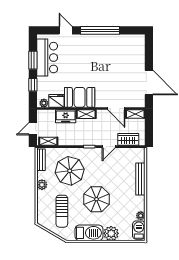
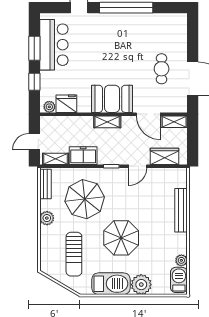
cafe table: (126, 75) -> (162, 69), added
booth: (80, 97) -> (112, 99), moved
freezer: (66, 116) -> (83, 156), moved, turned 180

